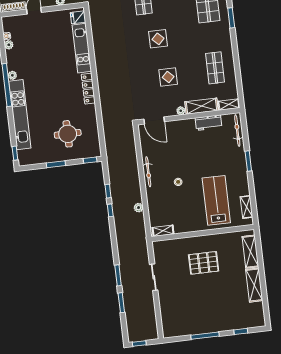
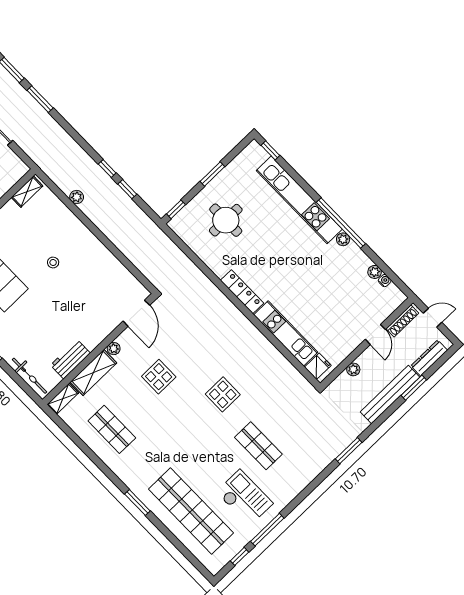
display table: (158, 39) -> (223, 394), moved
door: (154, 120) -> (136, 313), swing flipped
bicycle: (148, 172) -> (97, 248), removed

